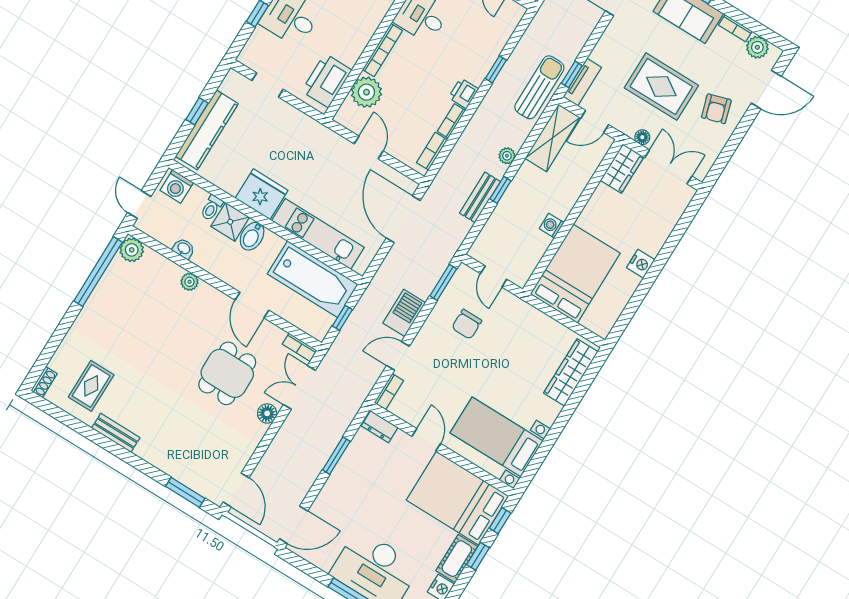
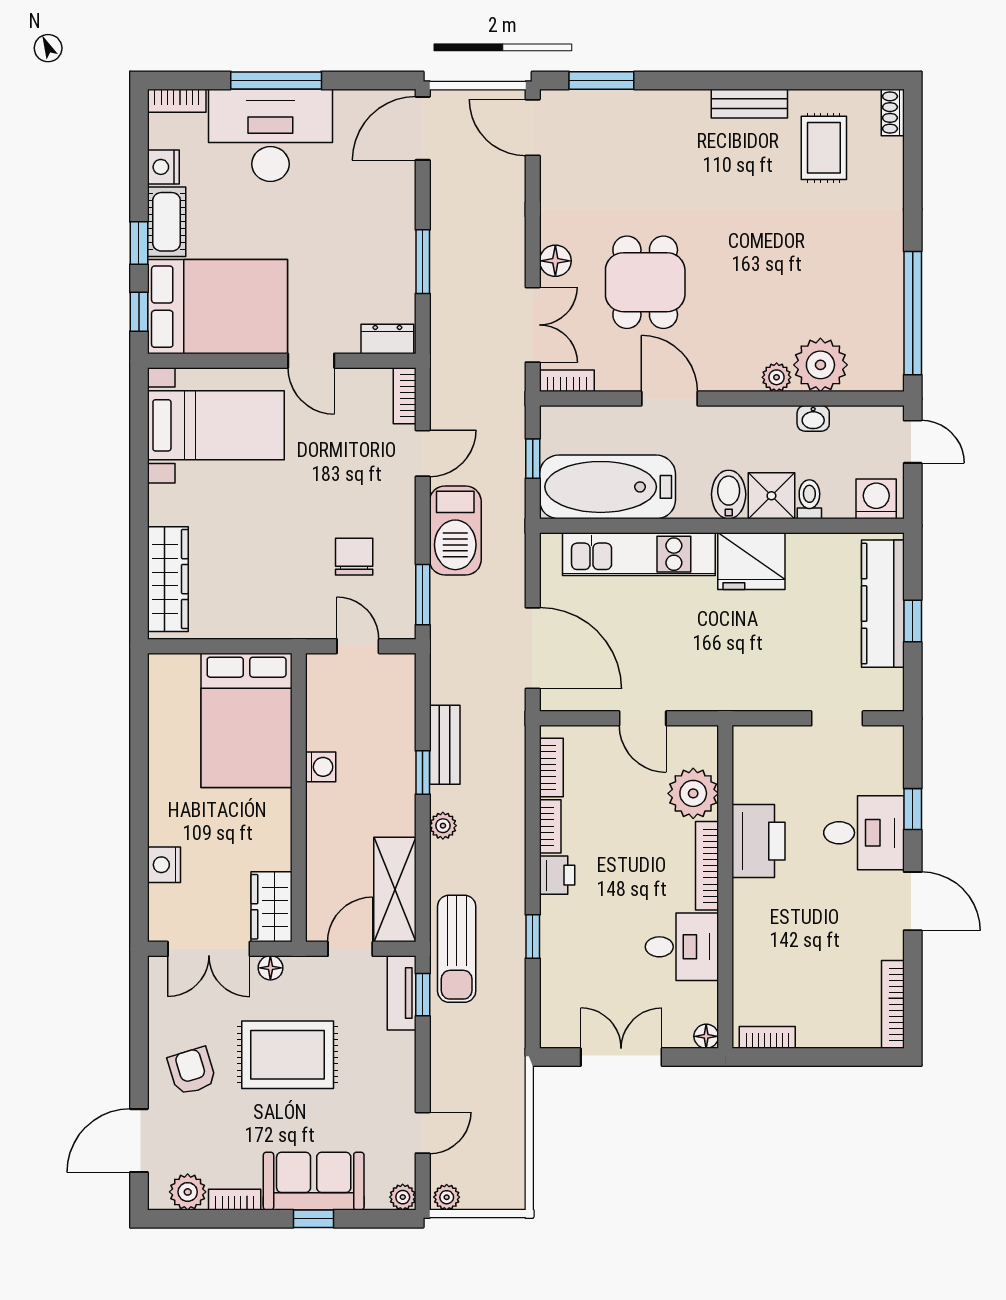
printer: (327, 81) -> (758, 841), moved
plant: (132, 250) -> (820, 365), moved, width x1.36, depth x1.36
nightstand: (641, 264) -> (164, 865), moved
barbecue: (404, 313) -> (455, 531), width x1.37, depth x1.21

